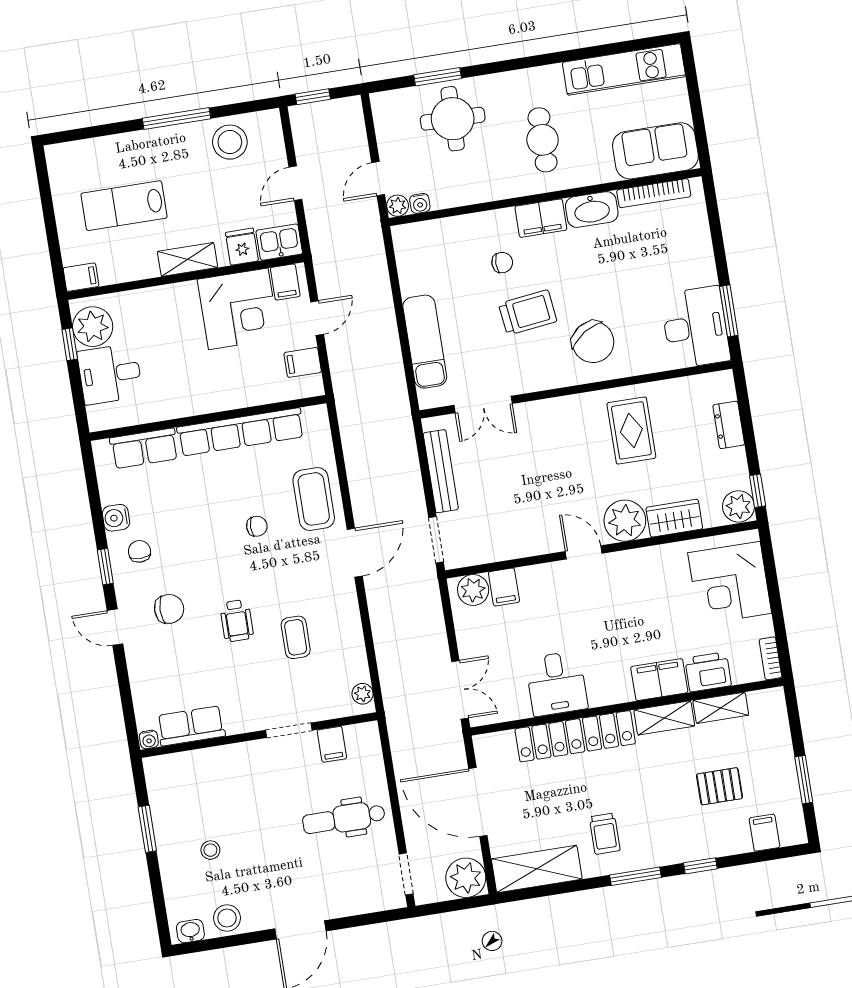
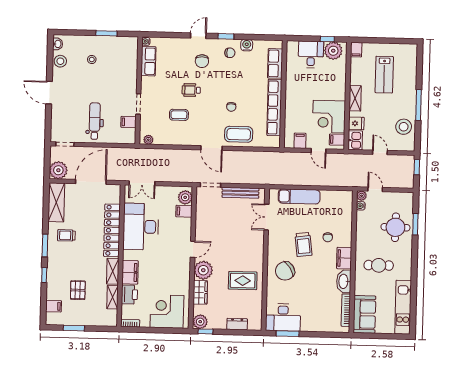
lab bench: (124, 206) -> (384, 75), turned 180
desk: (557, 684) -> (141, 227), width x1.87, depth x1.30

